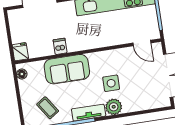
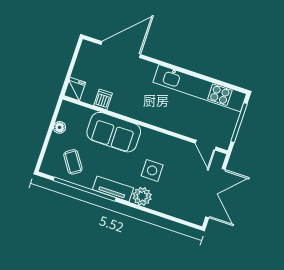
dishwasher: (60, 46) -> (103, 99), moved
floor lamp: (22, 74) -> (60, 127), moved

